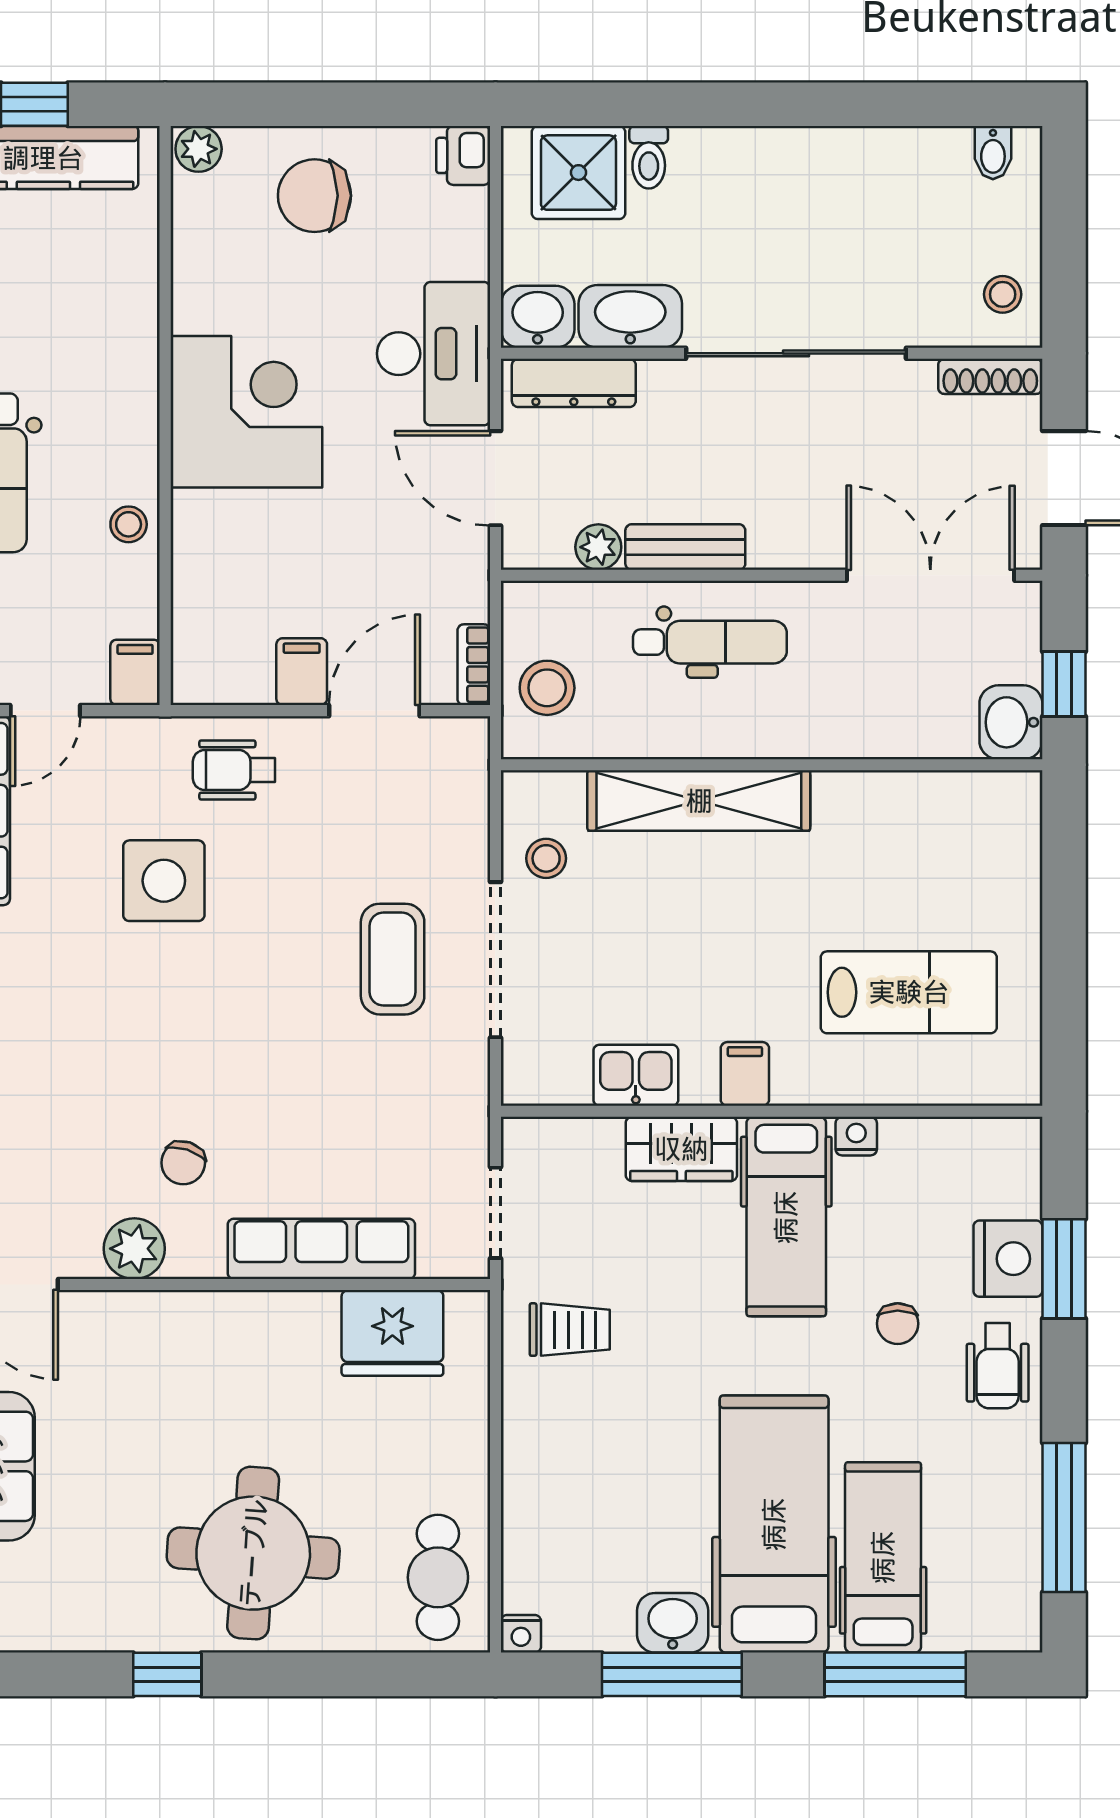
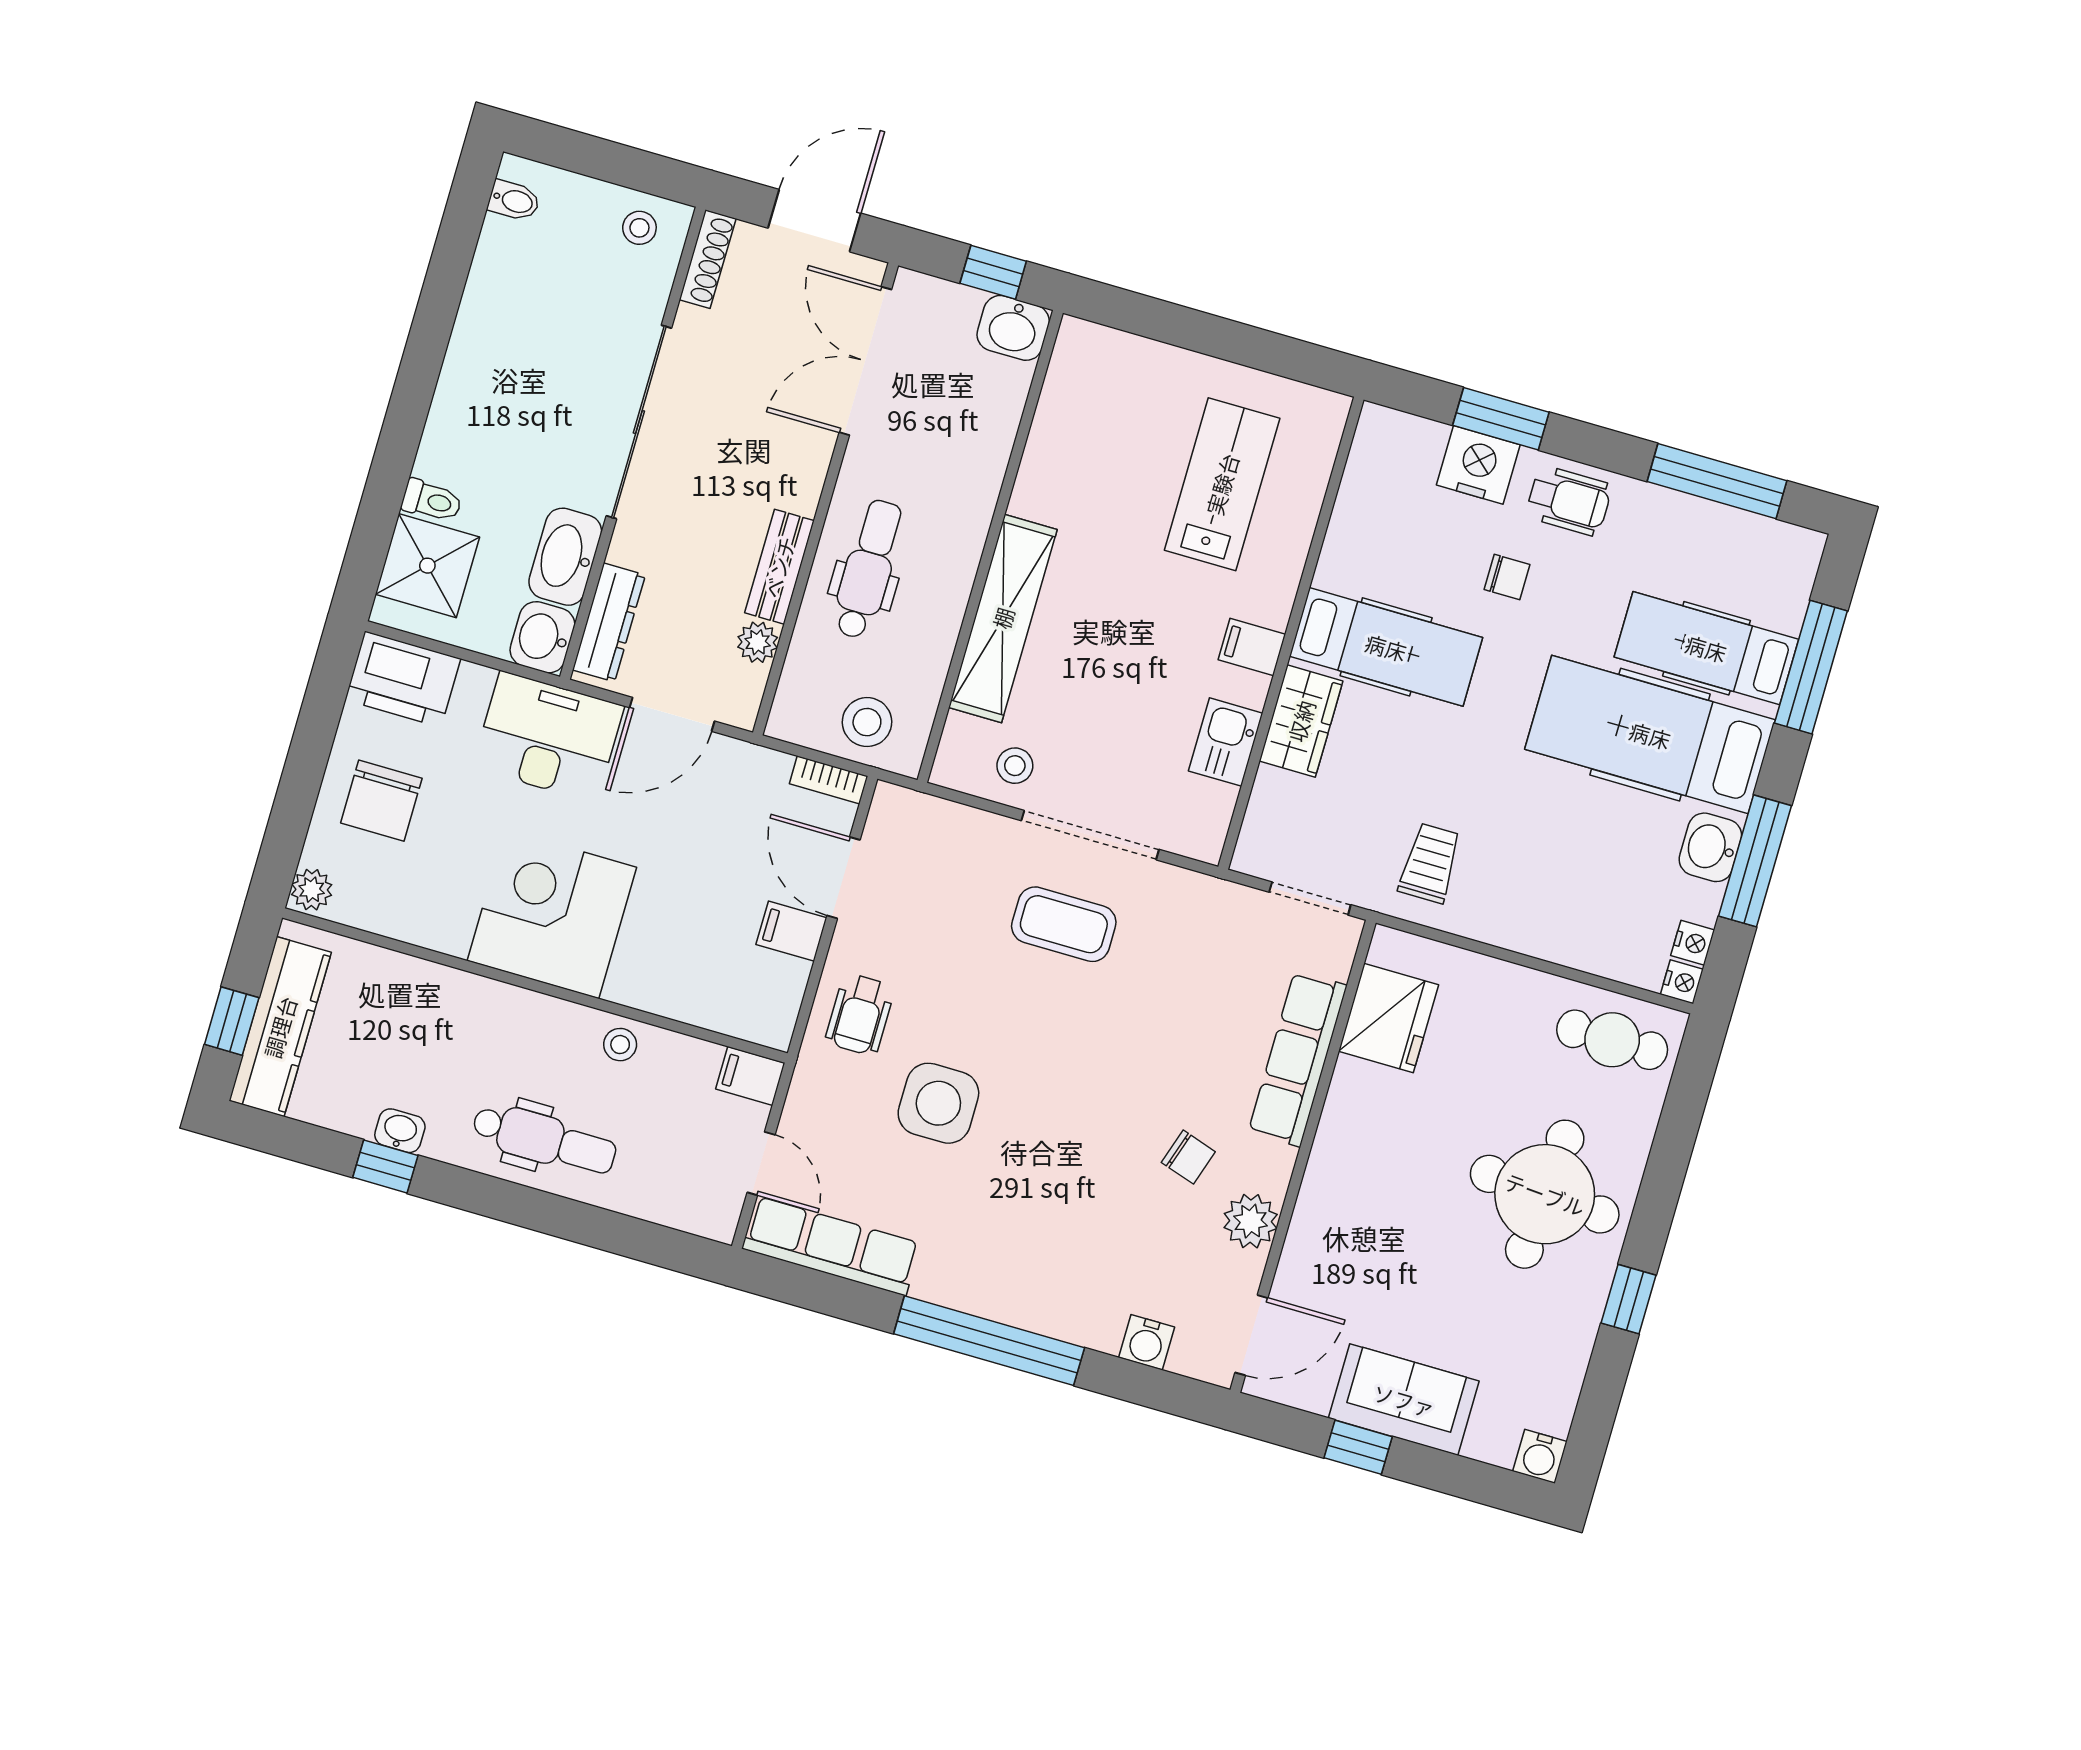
printer: (463, 155) -> (403, 679), width x1.87, depth x1.48
nightstand: (856, 1136) -> (1693, 943), moved, turned 180

